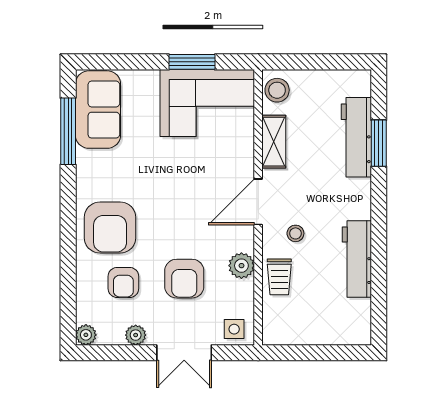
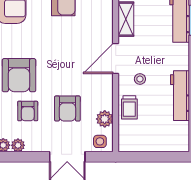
plant: (241, 266) -> (105, 119), moved
plant: (136, 335) -> (18, 145), moved

